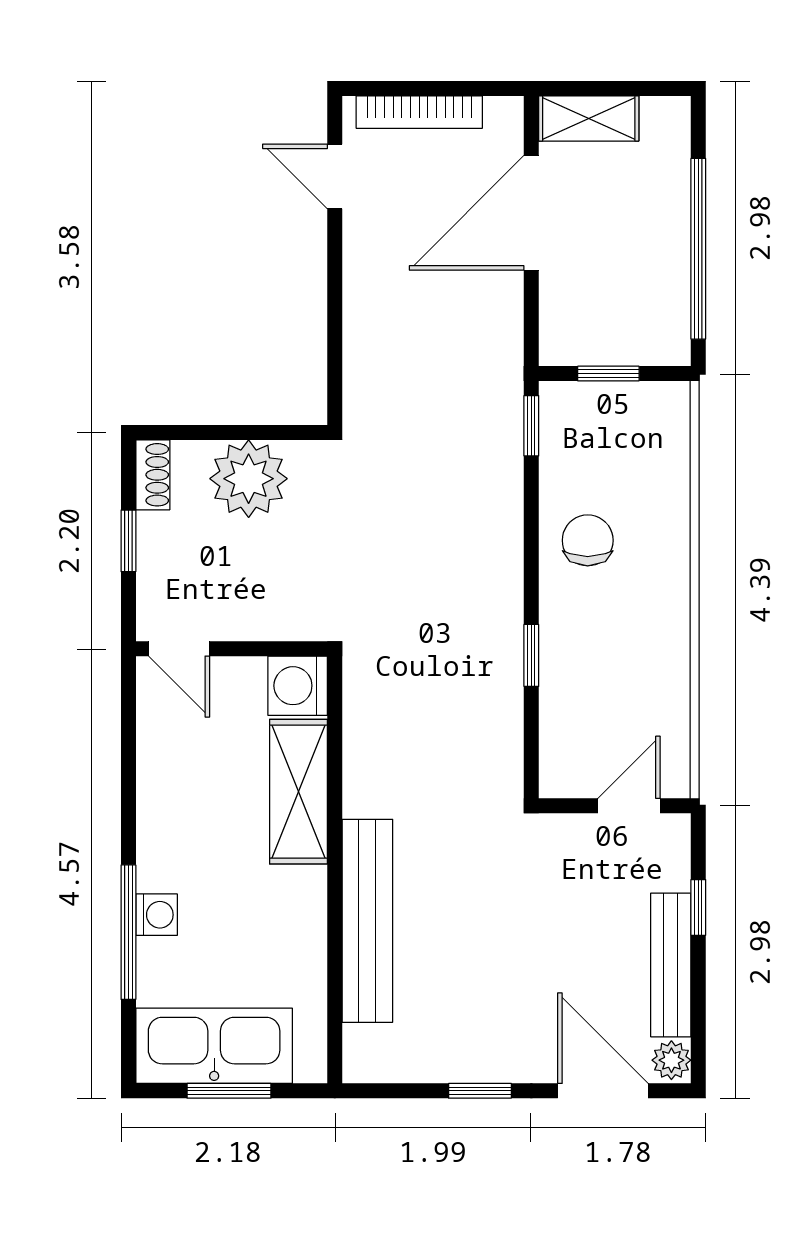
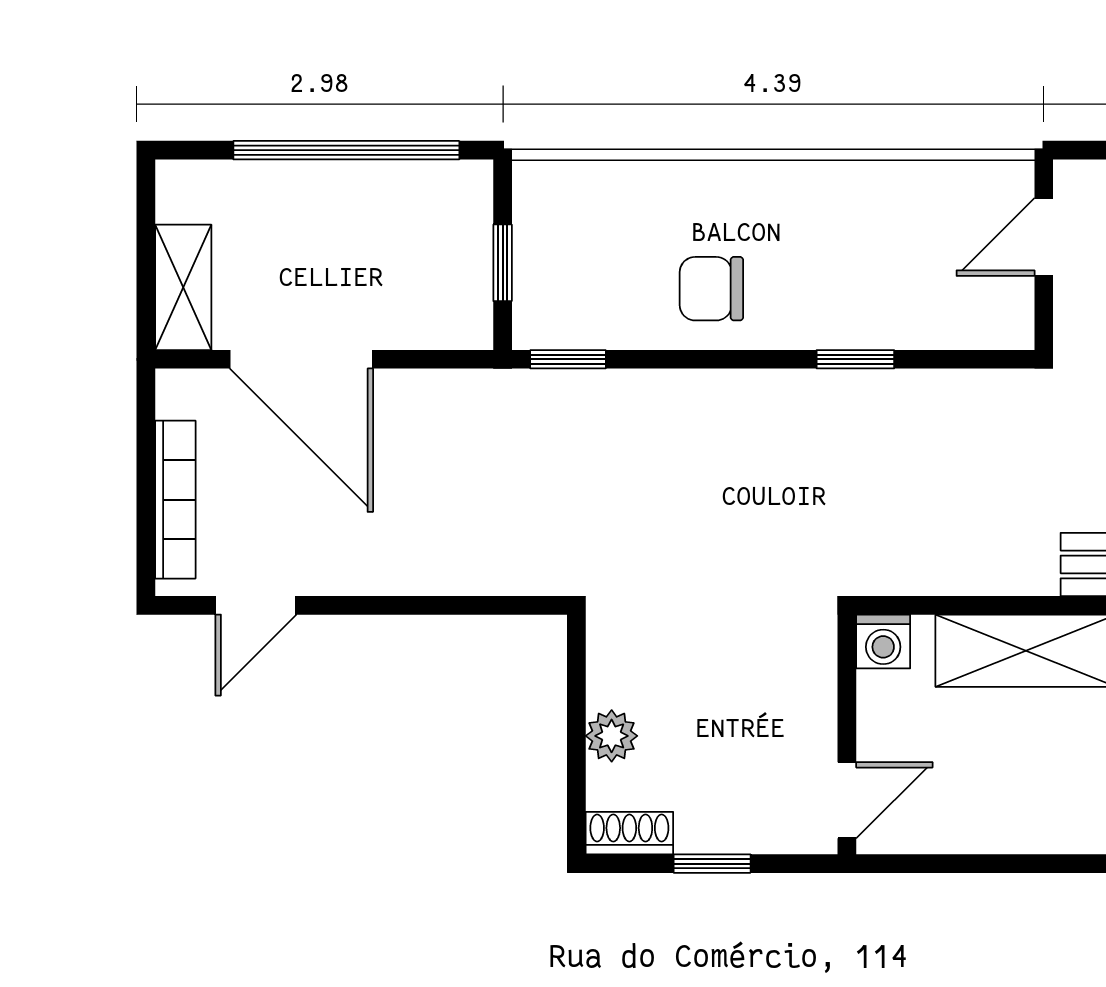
plant: (249, 479) -> (612, 736), width x0.53, depth x0.53
washing machine: (298, 686) -> (883, 641), width x0.73, depth x0.73
door: (629, 806) -> (1044, 237), hinge flipped

